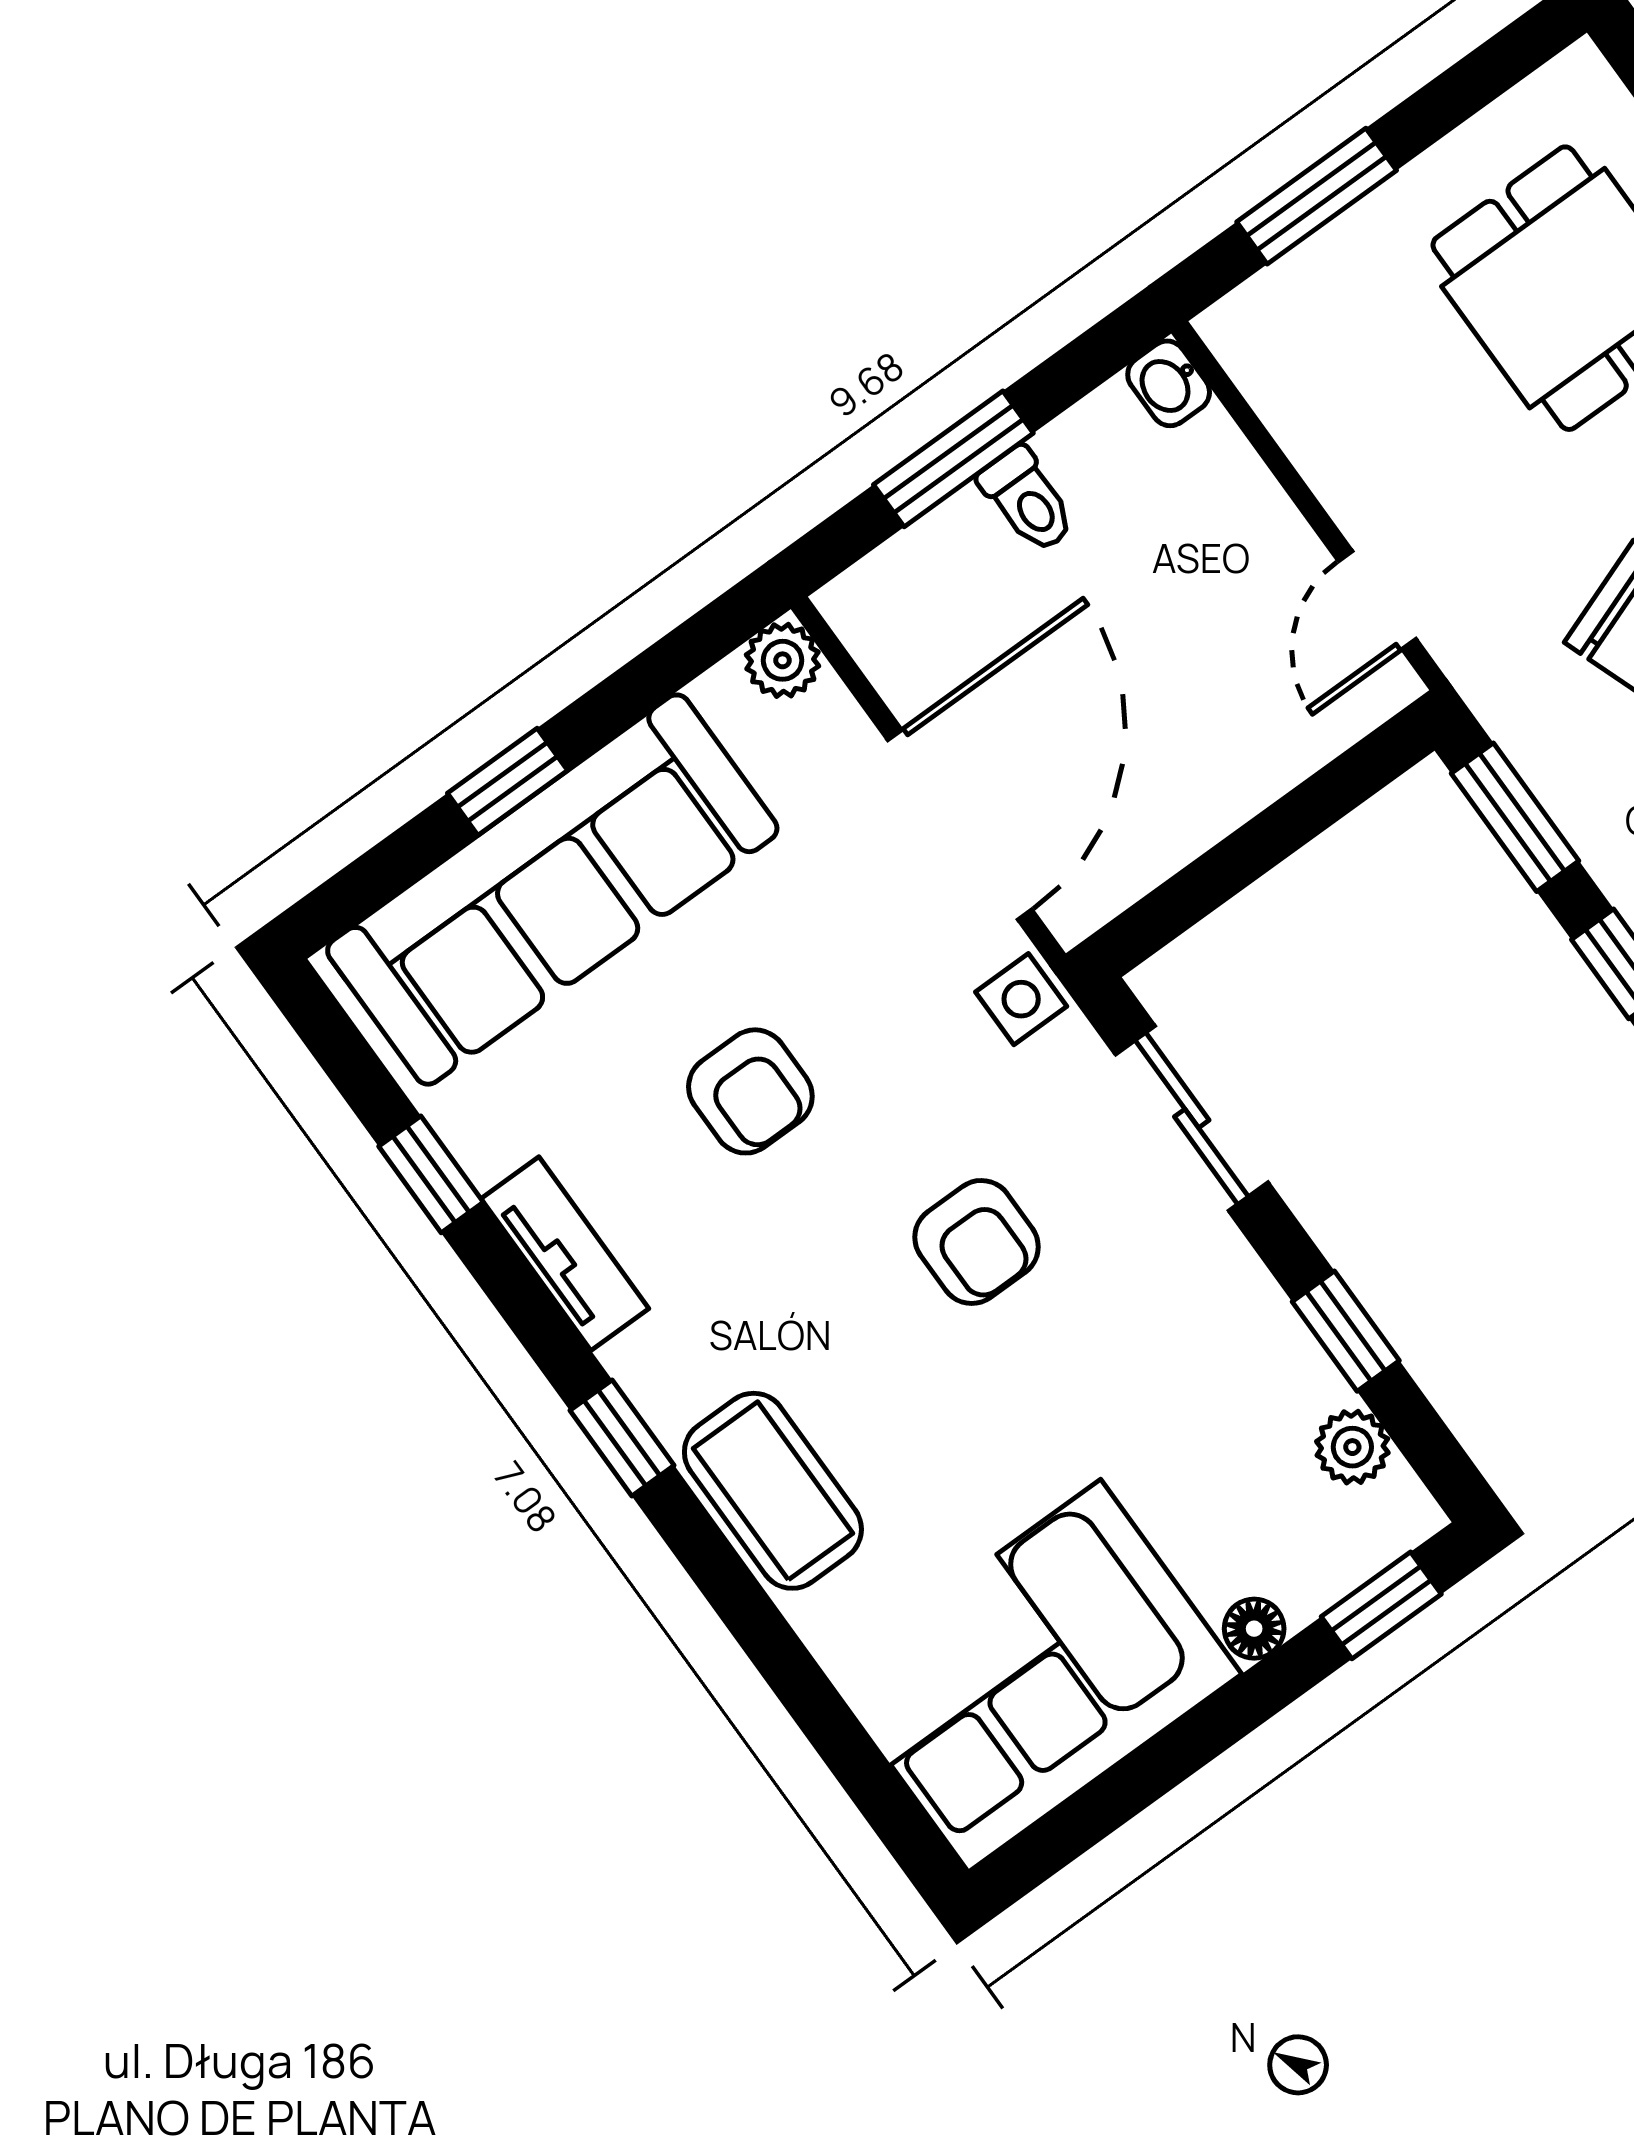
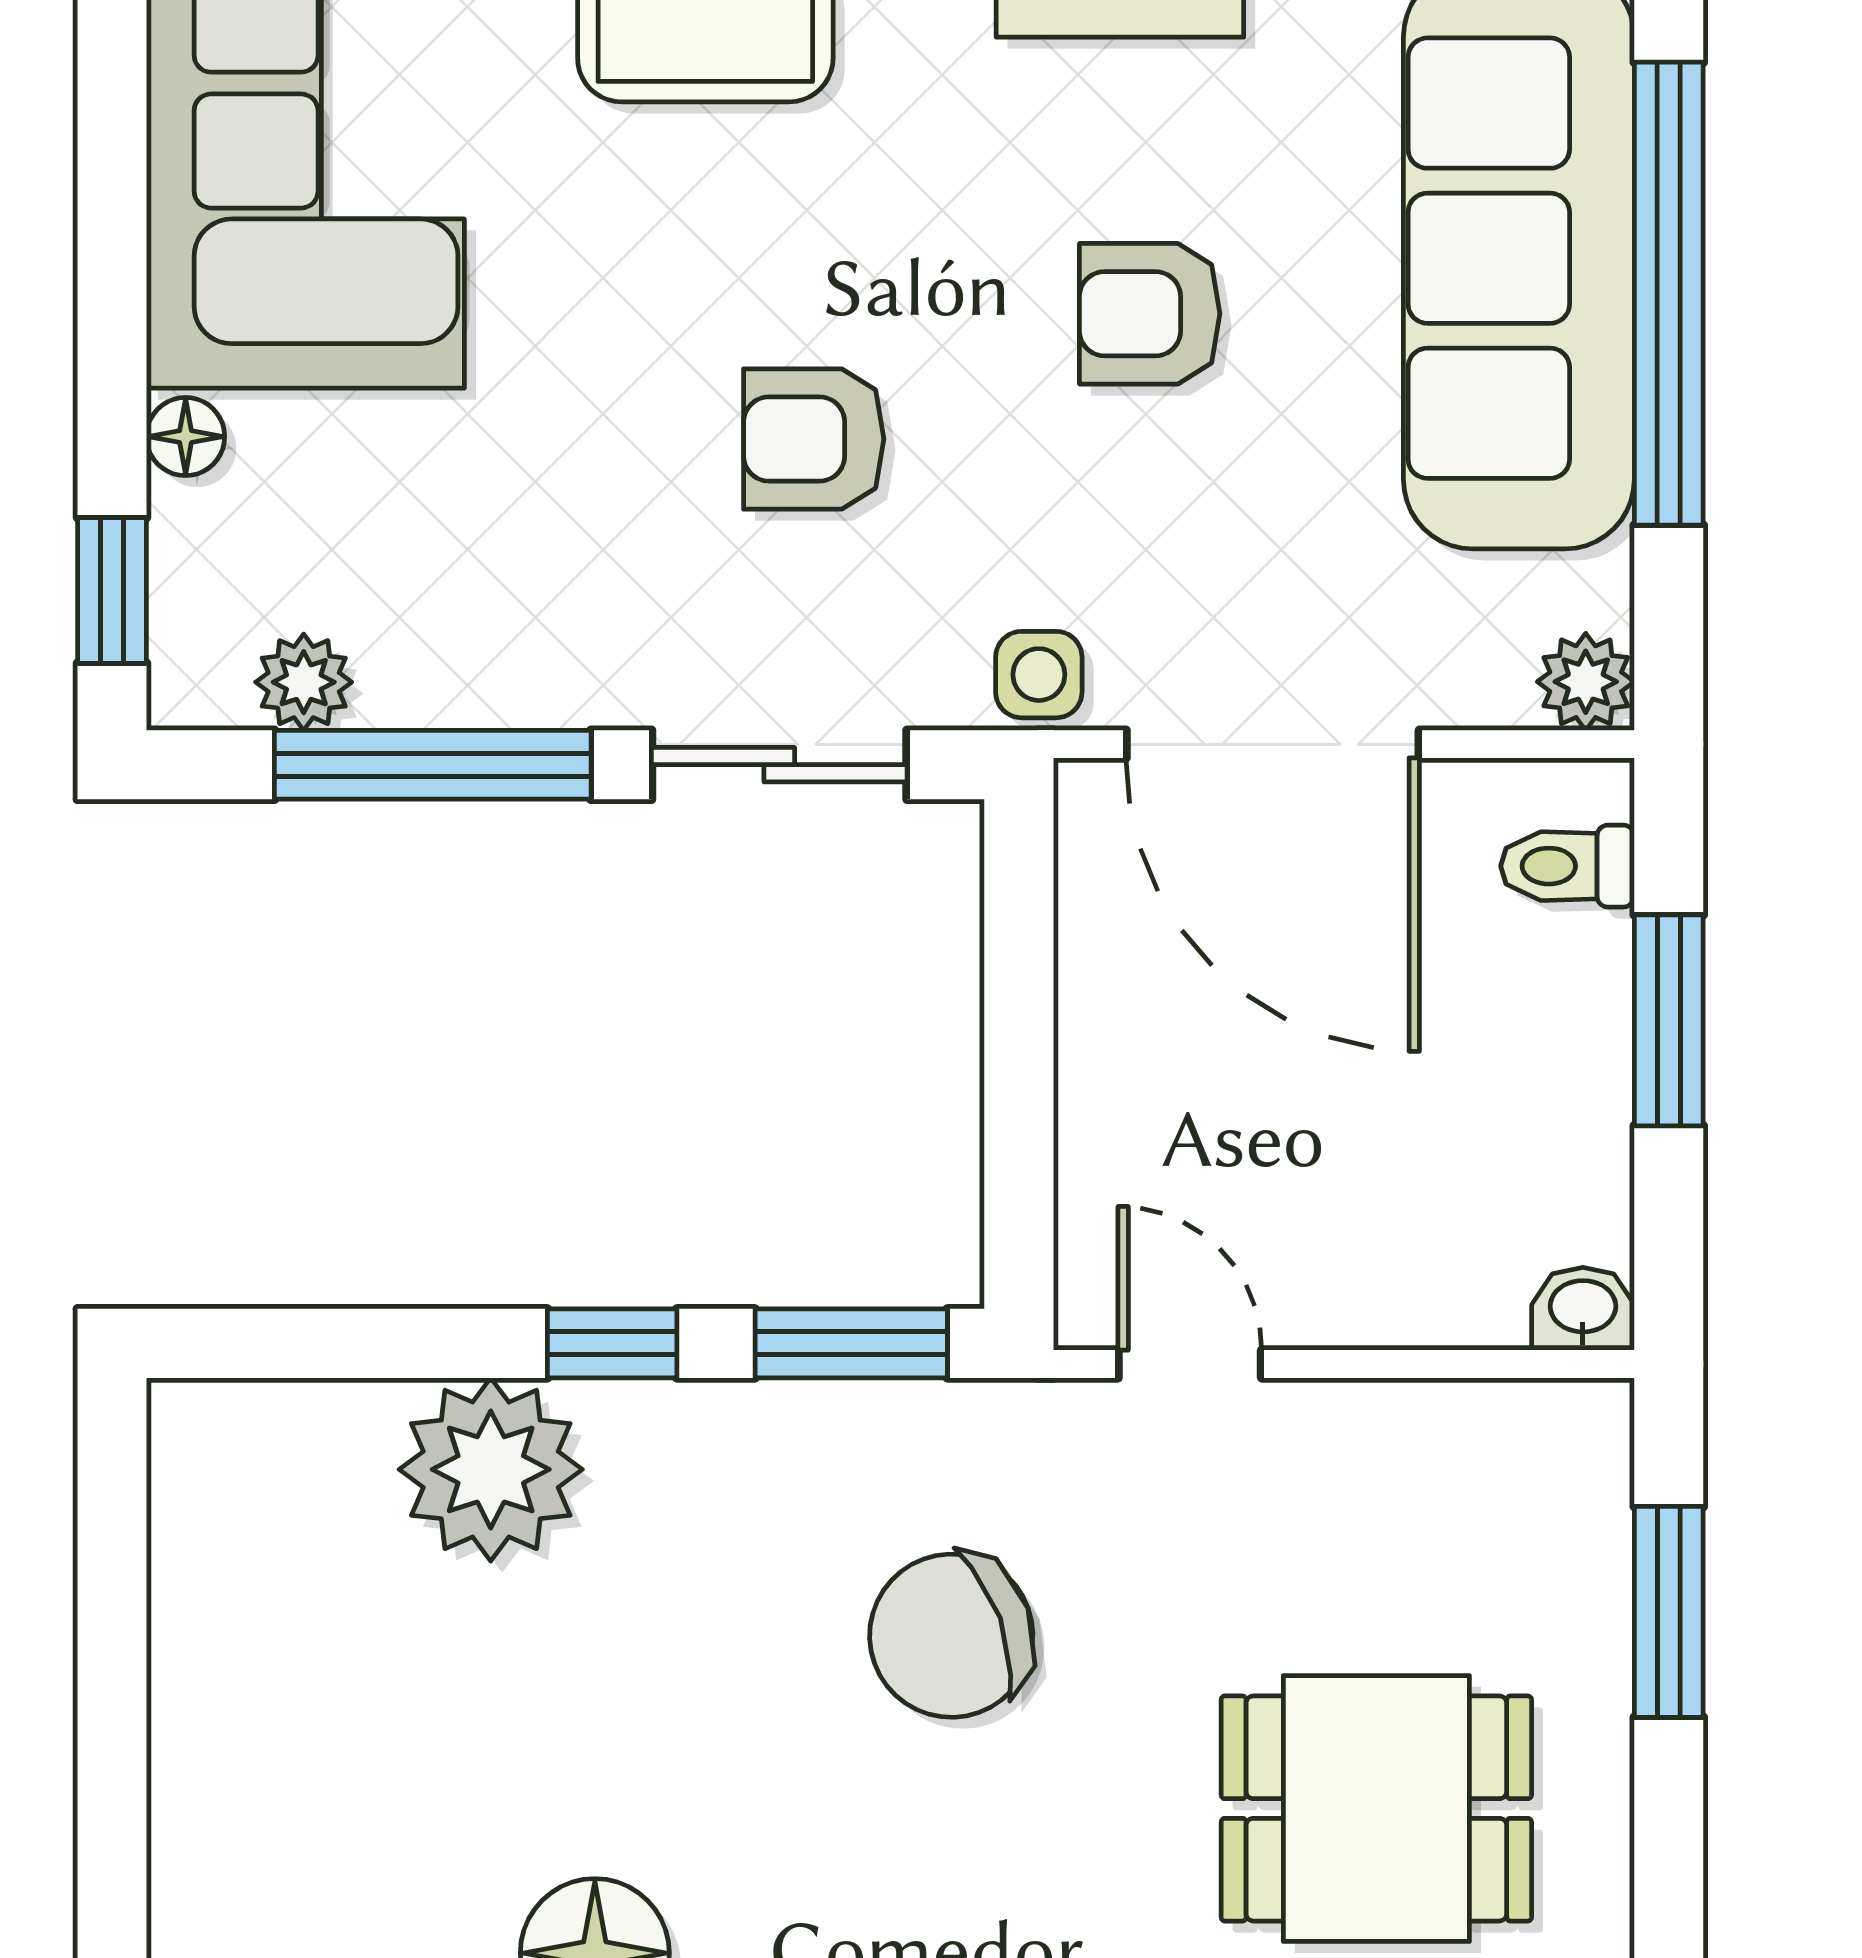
toilet: (1028, 500) -> (1567, 866), moved
window: (507, 782) -> (1669, 294), width x3.17
window: (1346, 1331) -> (433, 765), width x2.17

